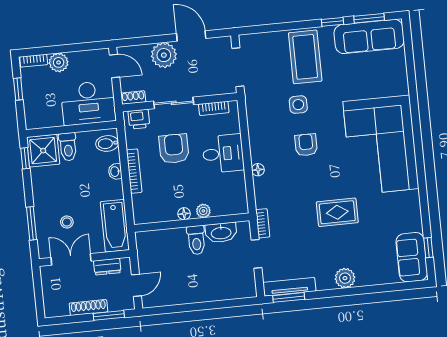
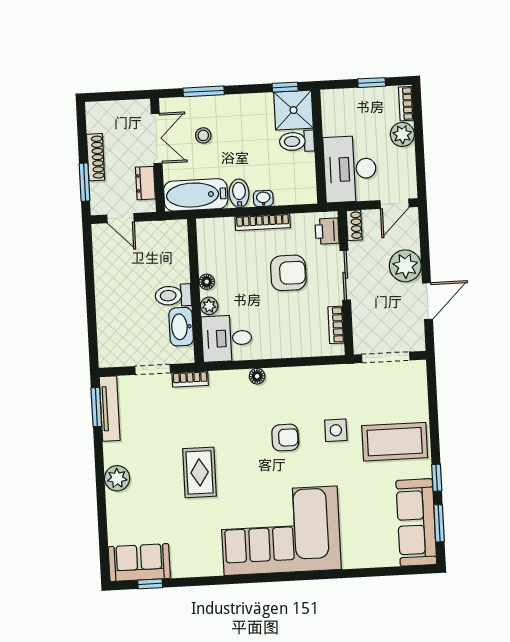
bidet: (107, 143) -> (239, 193), moved
desk: (223, 154) -> (227, 338), moved, turned 90

